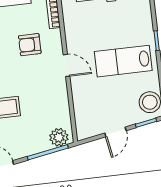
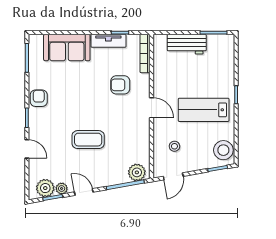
stool: (96, 104) -> (174, 146), added
door: (115, 132) -> (173, 176), moved

